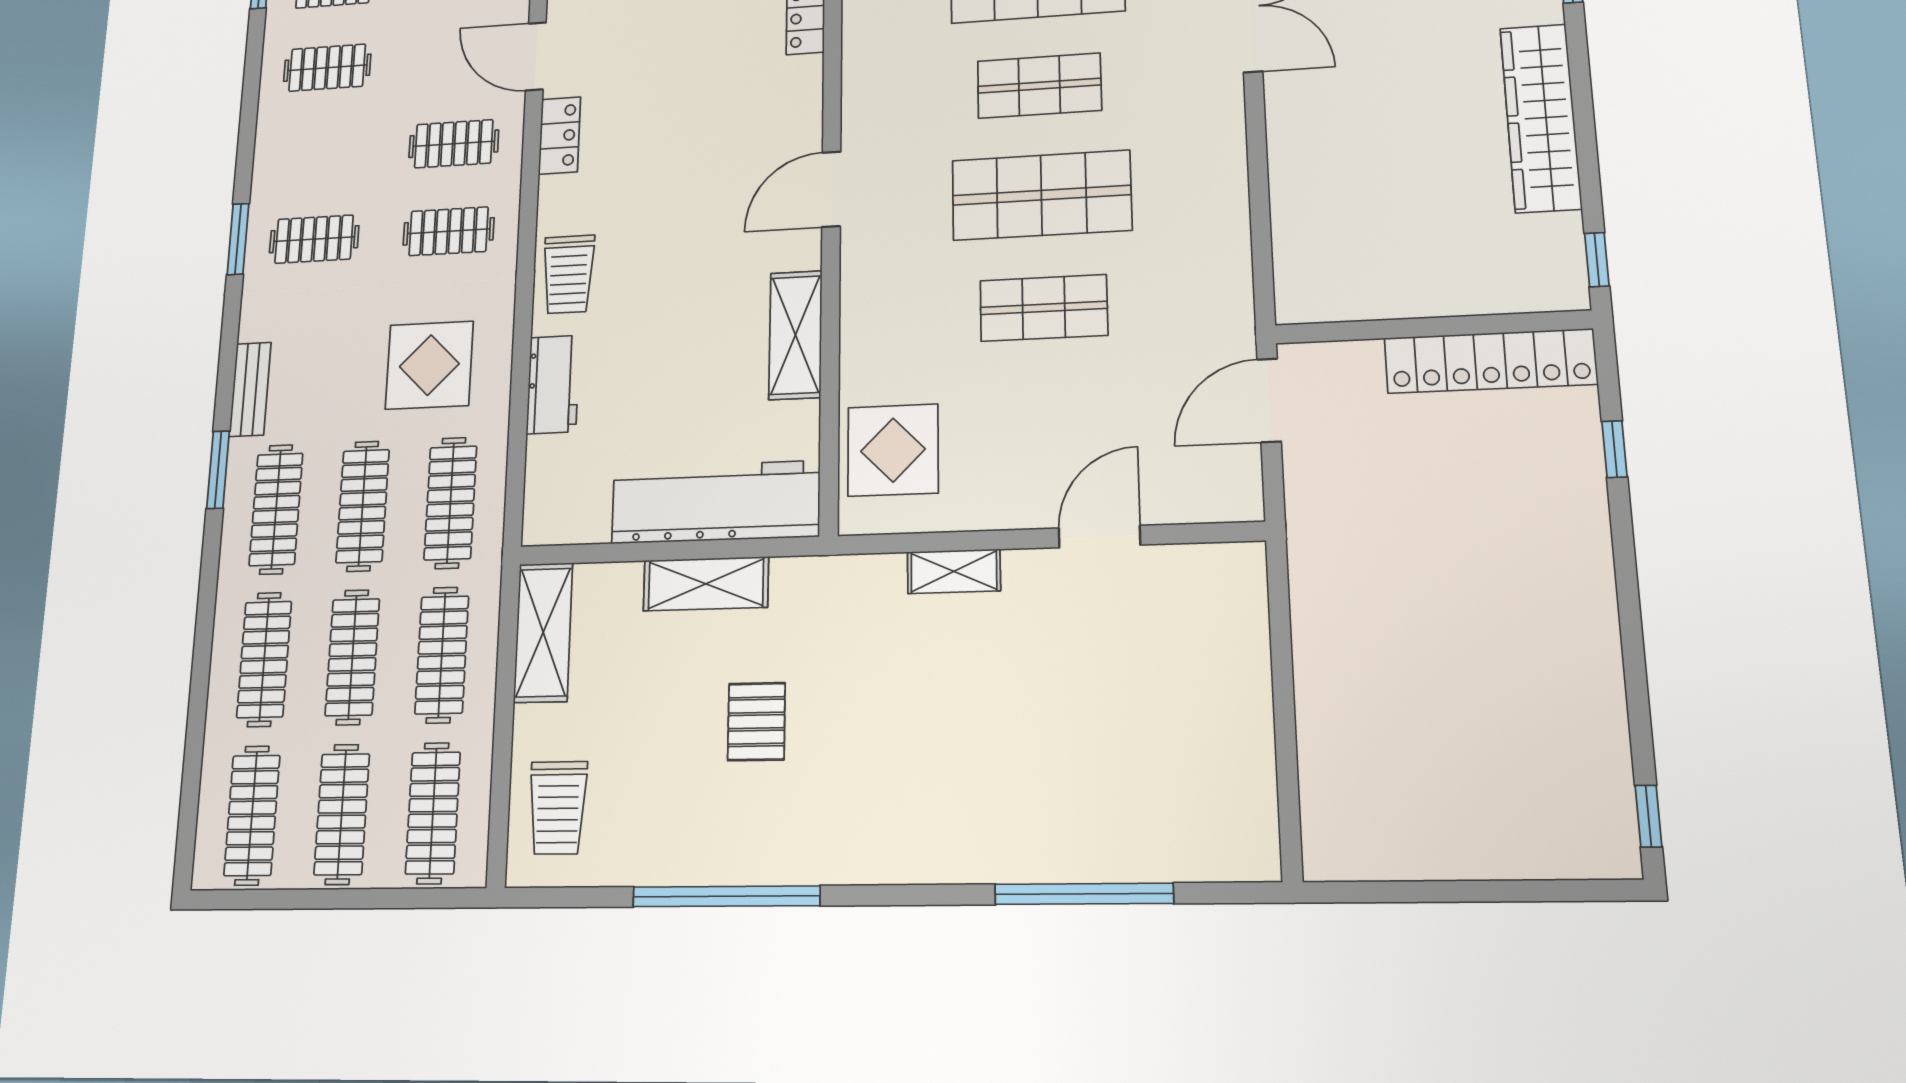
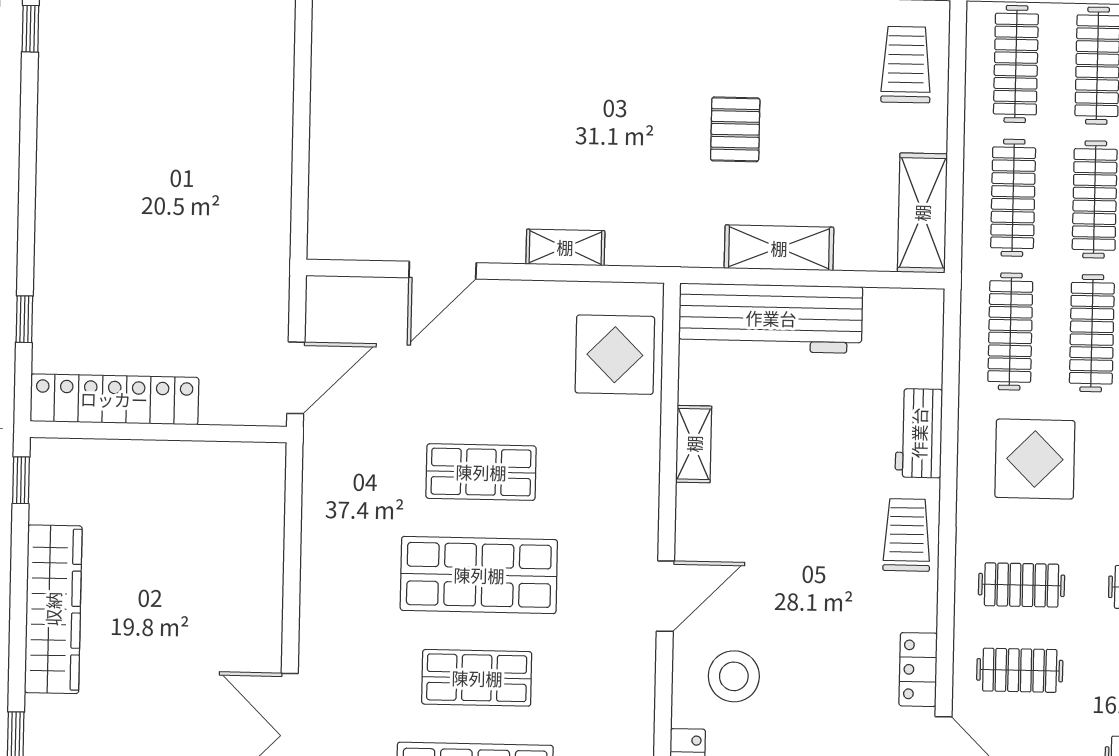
stool: (756, 112) -> (734, 676), added
shelving: (795, 335) -> (694, 444), width x0.67, depth x0.75

